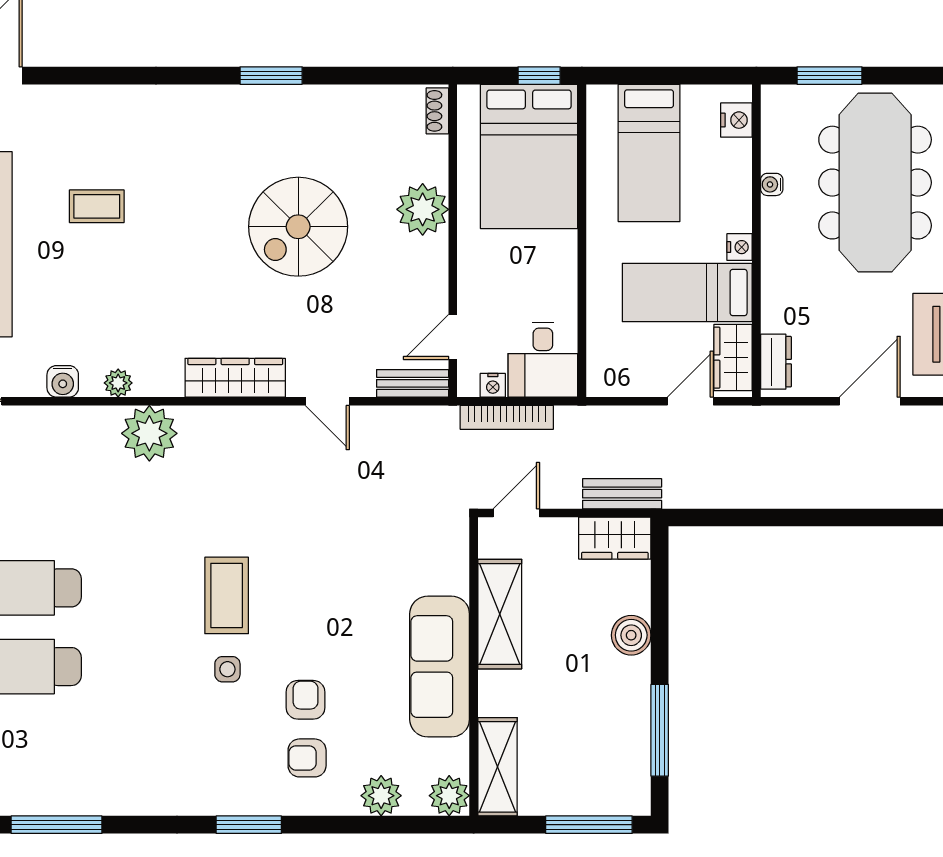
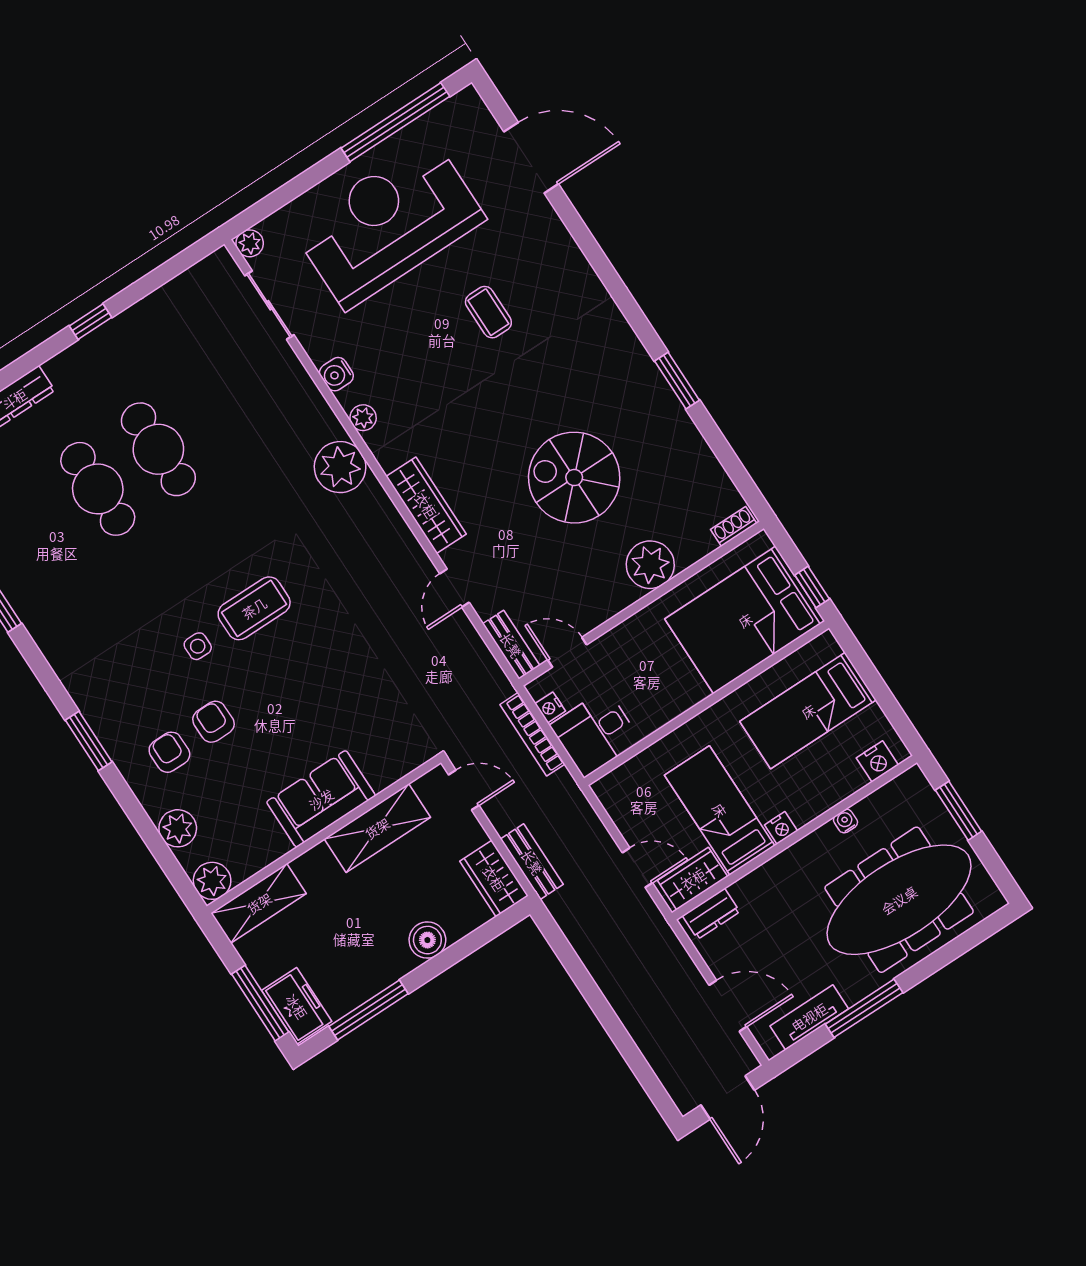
sofa: (440, 667) -> (321, 799), width x0.73
armchair: (306, 700) -> (213, 722), turned -90
freezer: (613, 793) -> (297, 1006), added

